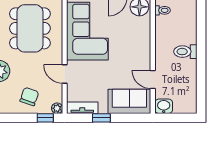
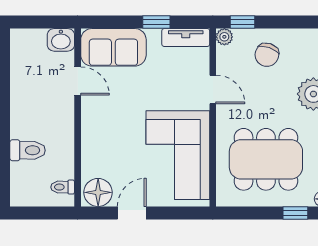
dining table: (30, 28) -> (266, 159), turned 90
toilet: (185, 52) -> (28, 150), moved

